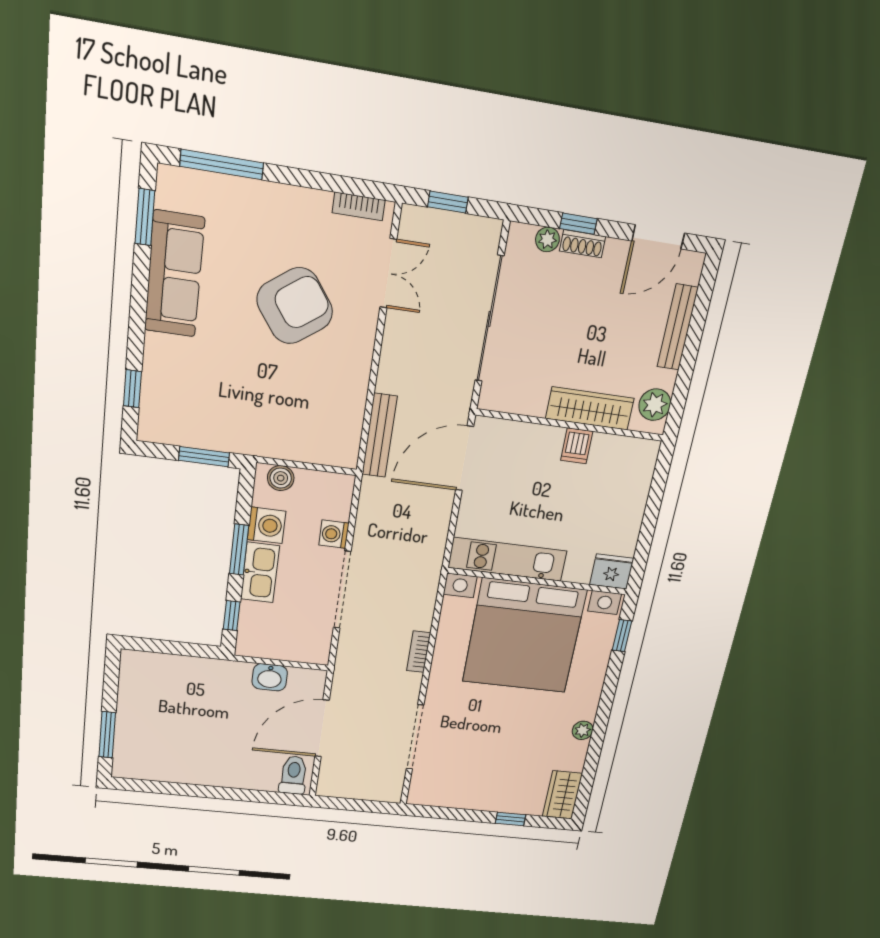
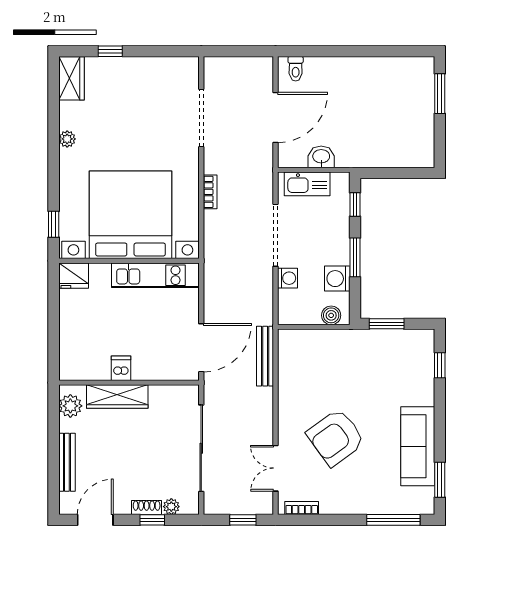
kitchen sink: (260, 572) -> (307, 184), moved, turned -90
toilet: (293, 775) -> (296, 69), width x0.73, depth x0.72

